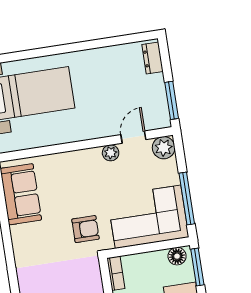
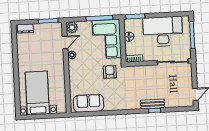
door: (133, 137) -> (65, 42), swing flipped
floor lamp: (177, 256) -> (129, 37), moved

